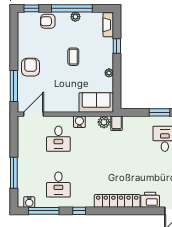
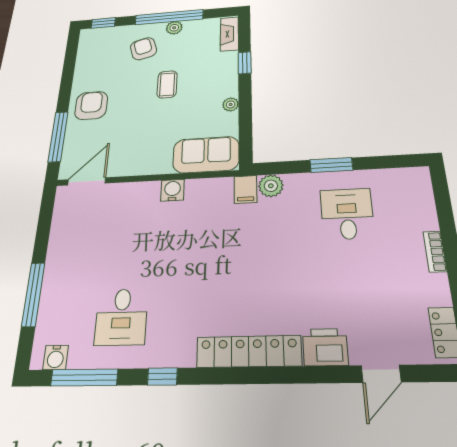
armchair: (48, 21) -> (143, 49), moved, turned 74
plant: (104, 122) -> (271, 186), moved
desk: (58, 139) -> (129, 224), removed

